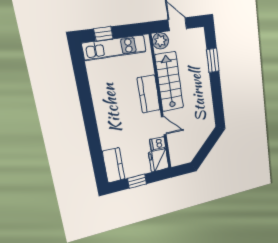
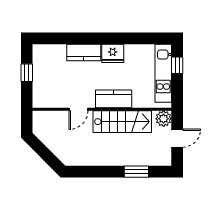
dishwasher: (158, 143) -> (61, 100), removed
fridge: (159, 160) -> (113, 53), moved, turned 180
kitchen counter: (114, 165) -> (84, 52), moved

